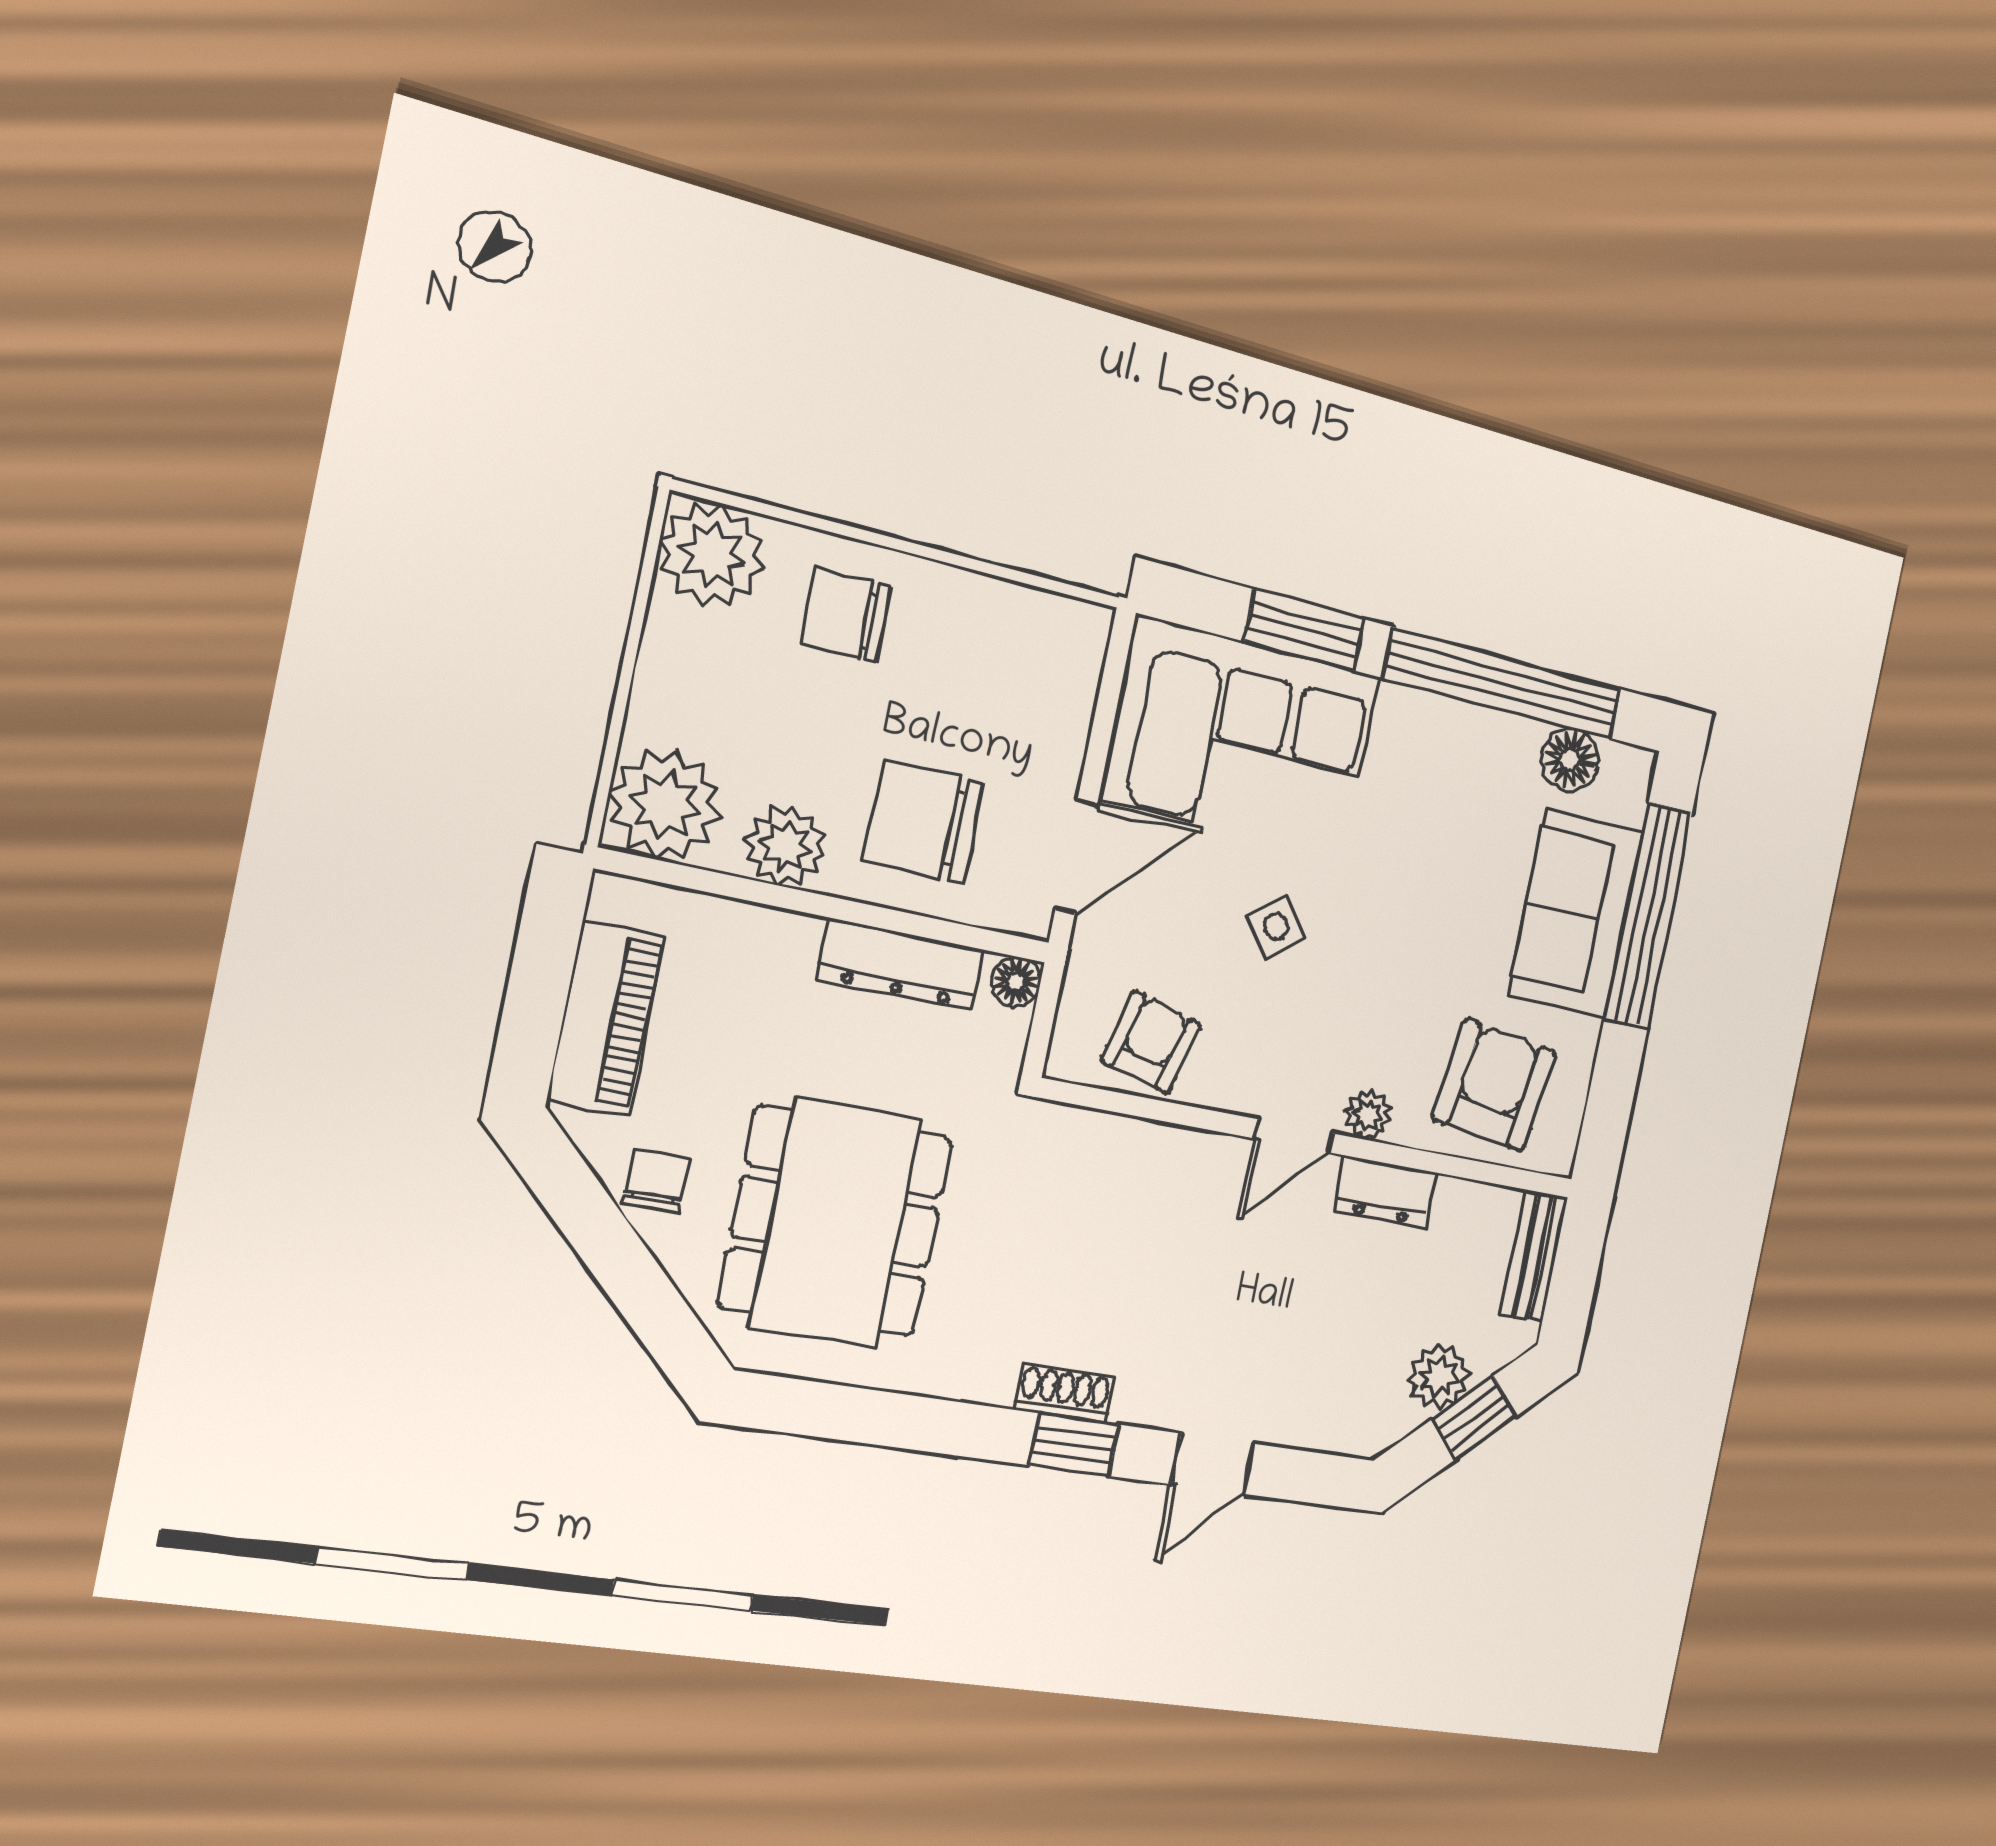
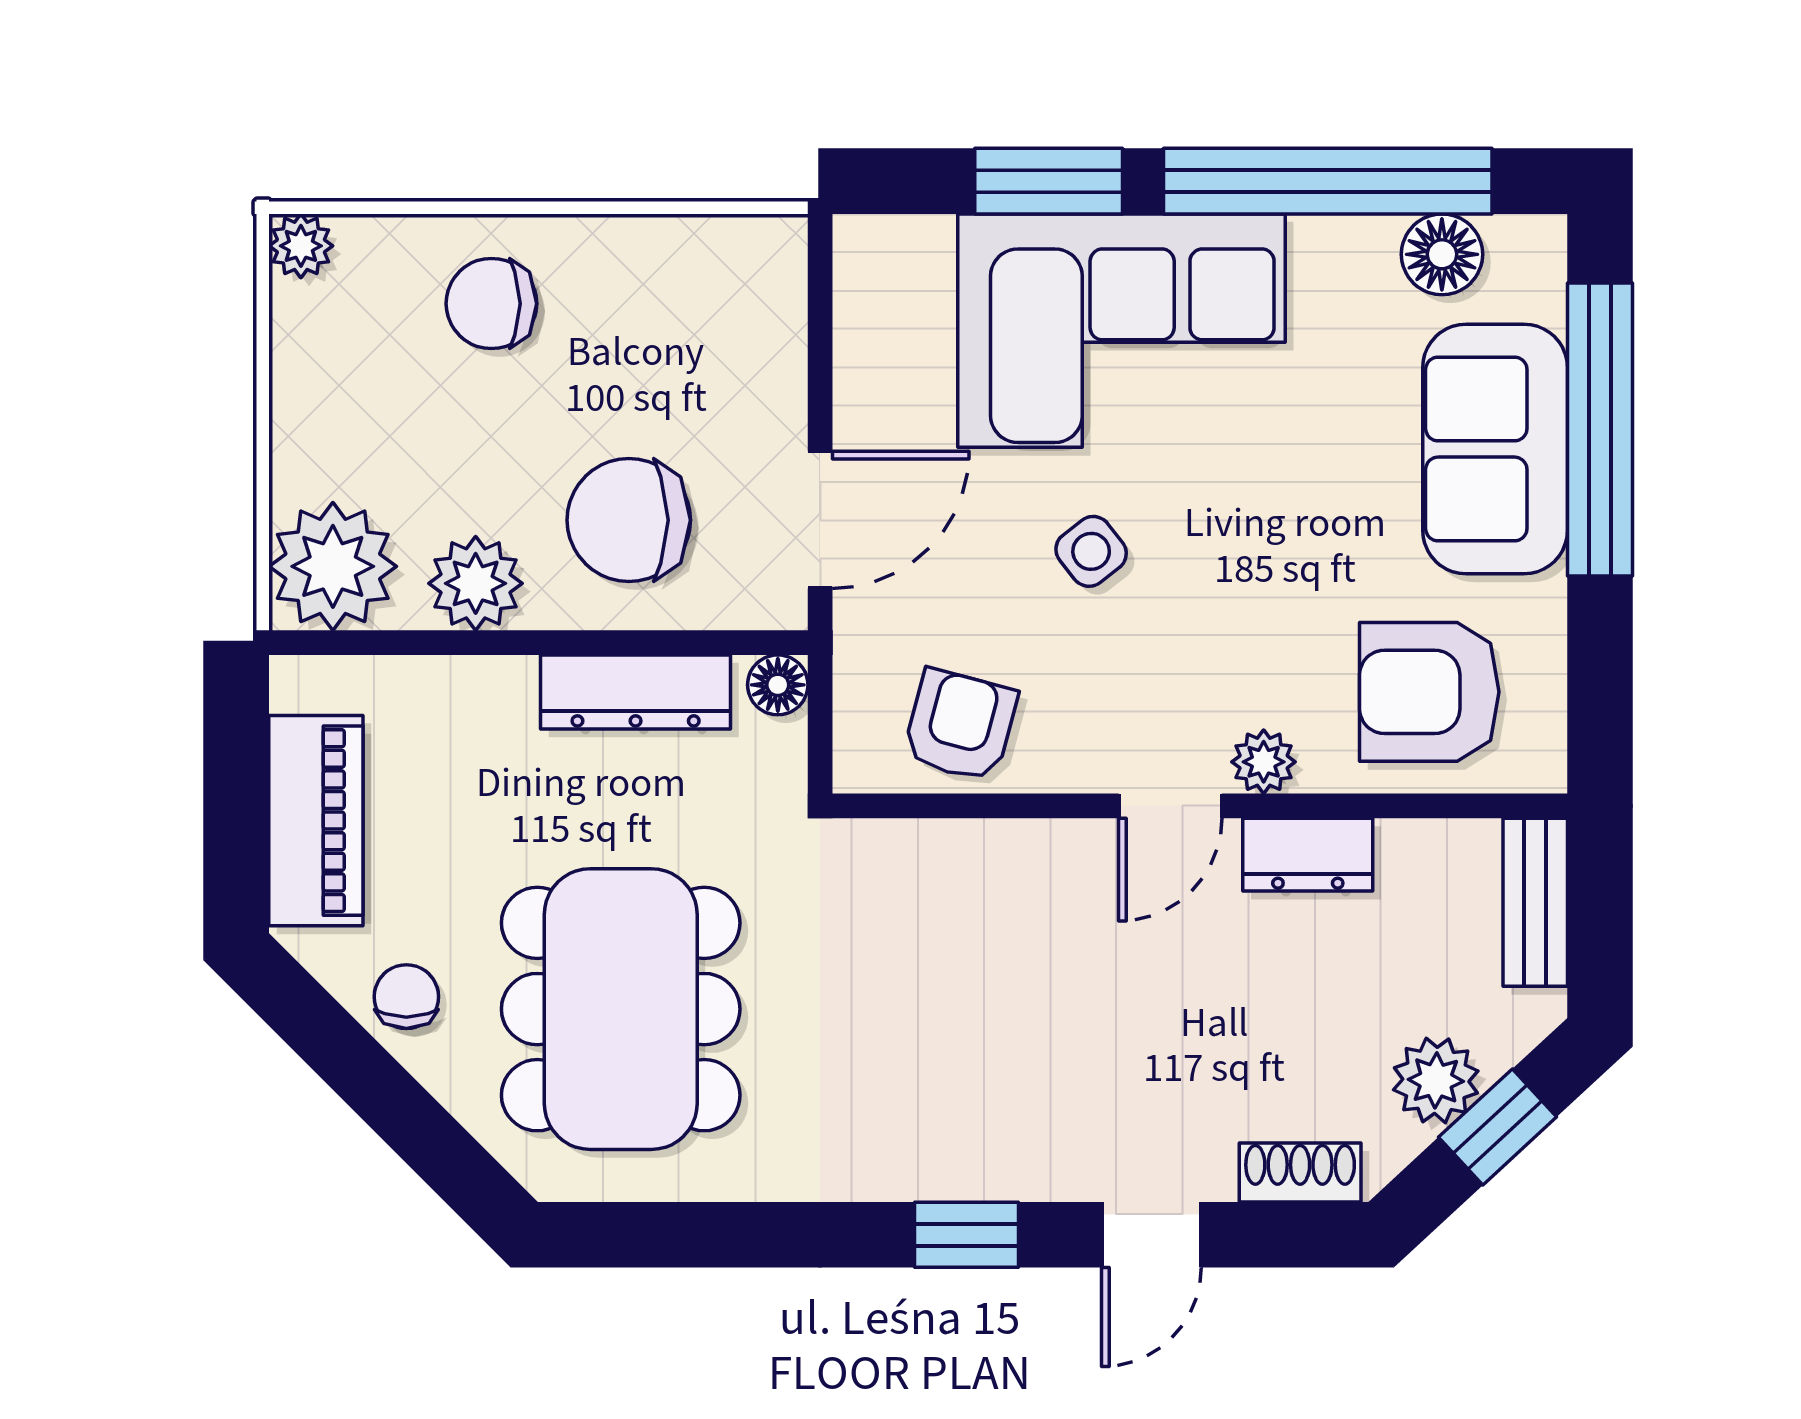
plant: (712, 555) -> (301, 246), width x0.53, depth x0.53
corner sofa: (1241, 737) -> (1122, 331), moved
armchair: (1494, 1085) -> (1429, 692), turned -98
shoe rack: (1065, 1393) -> (1300, 1172), moved

